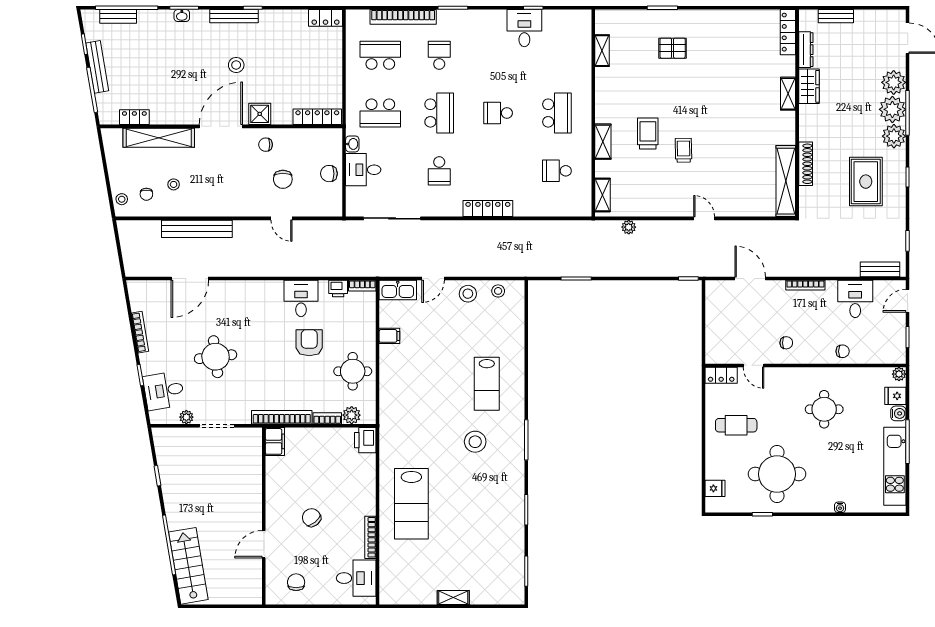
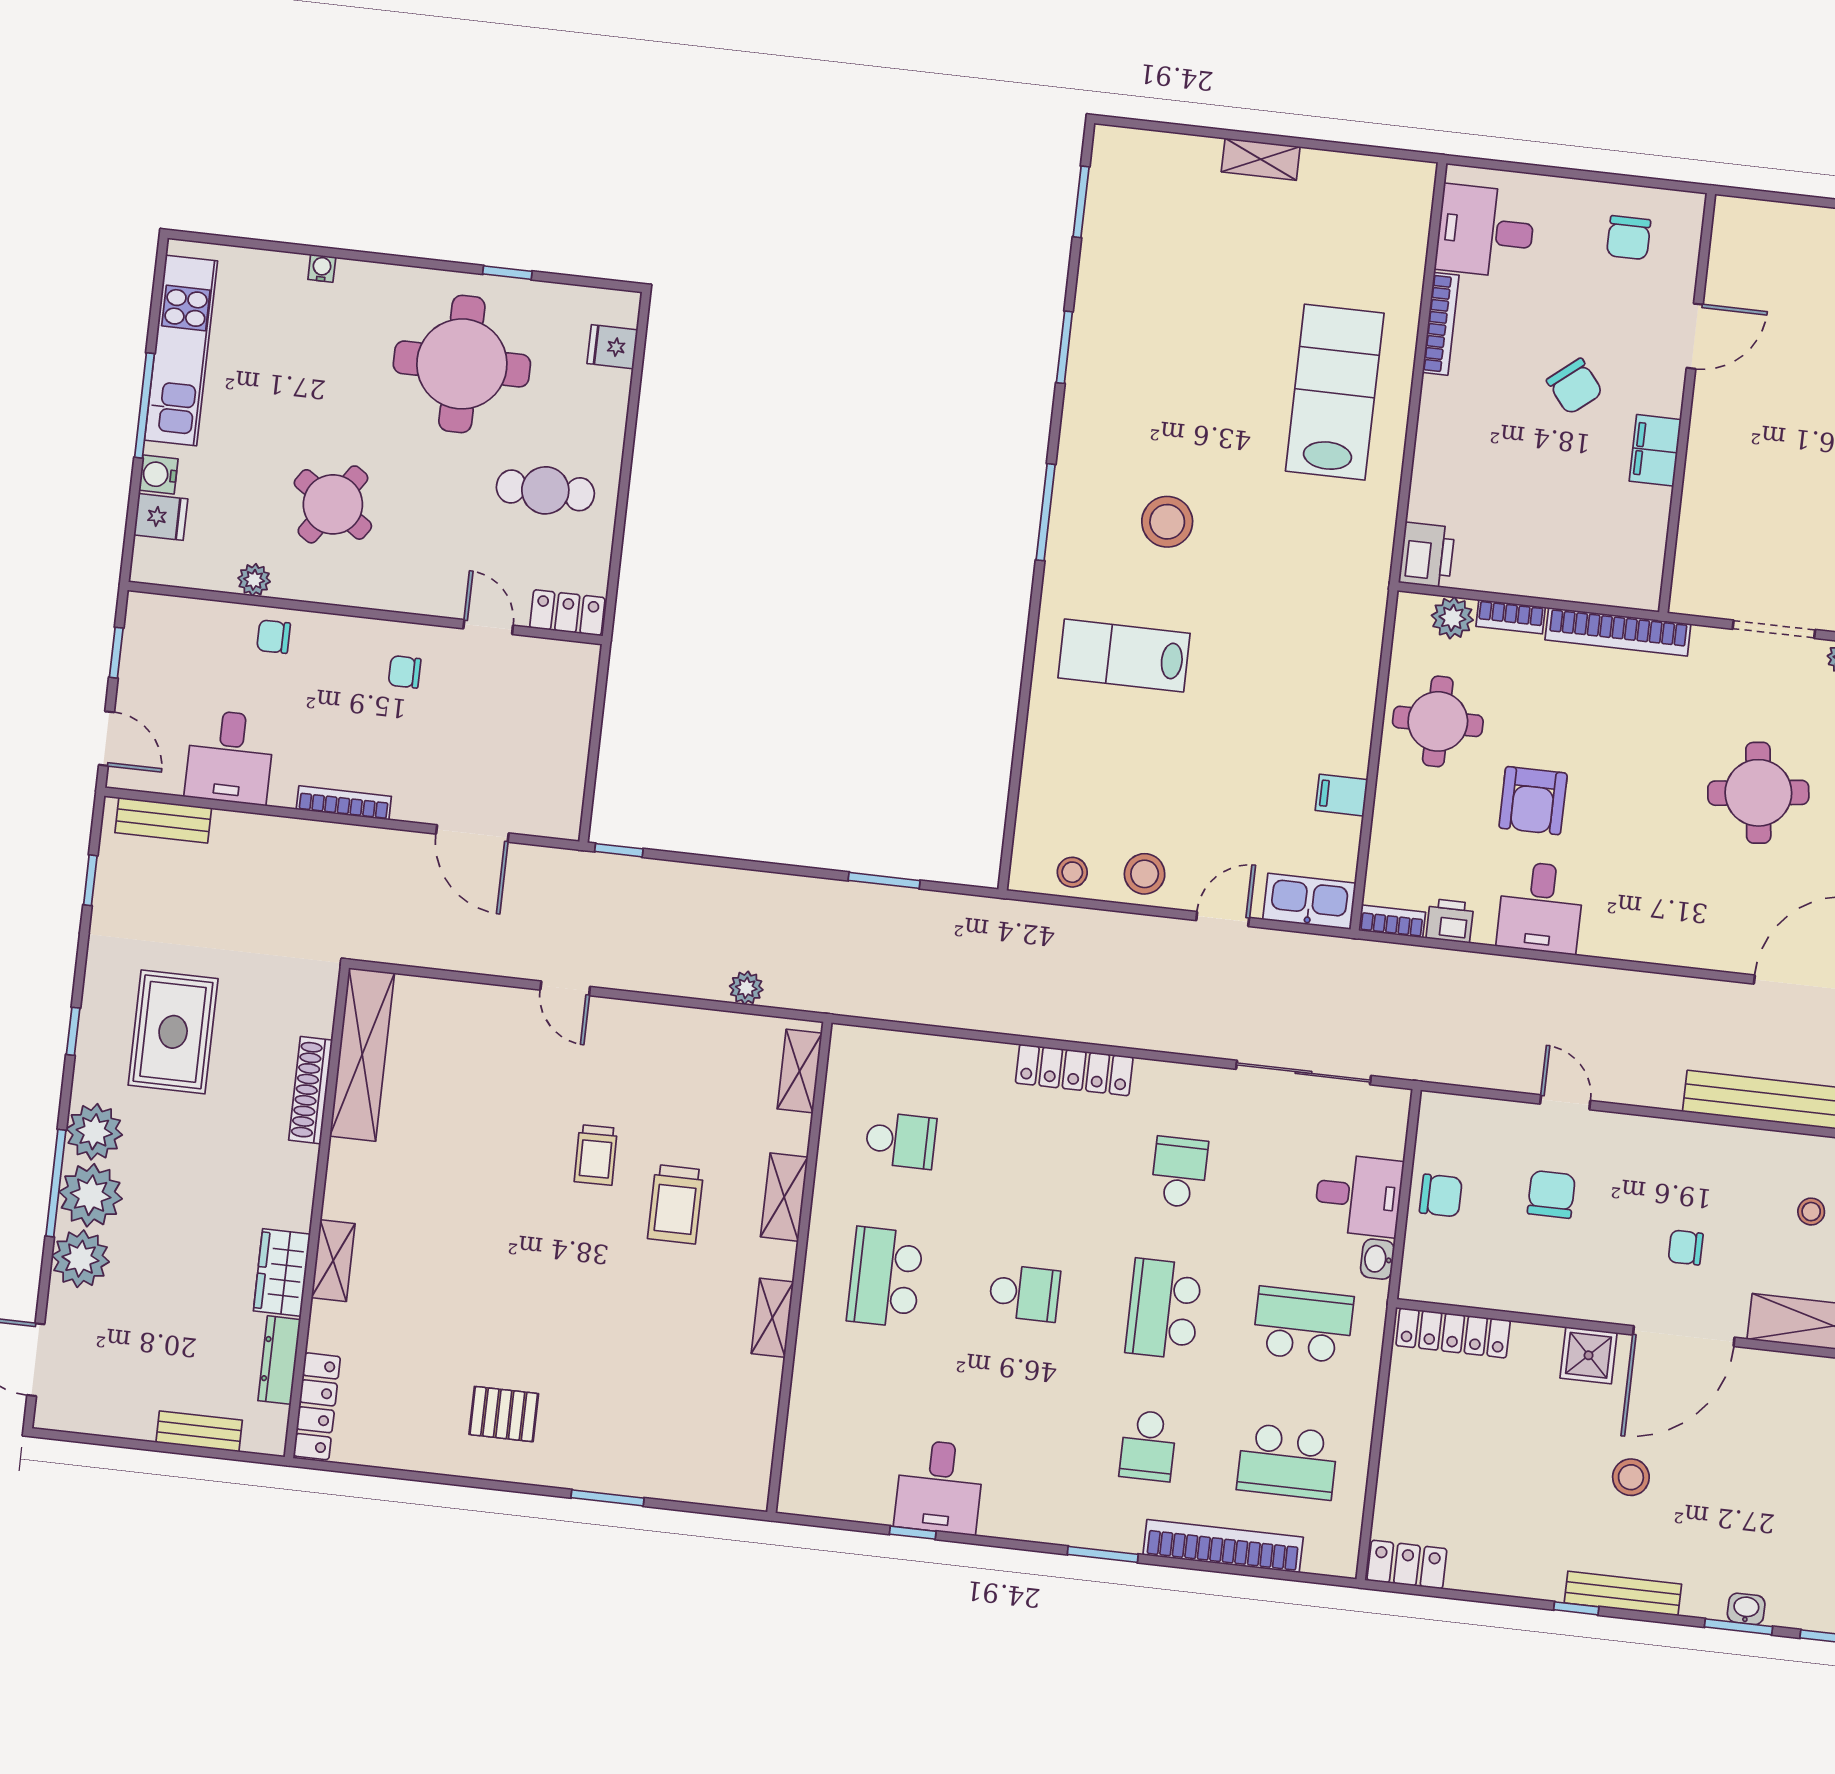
pallet: (673, 48) -> (504, 1414), moved
shelving: (602, 51) -> (772, 1318), moved
chair: (266, 145) -> (1686, 1248), moved, turned 180
door: (908, 301) -> (106, 739), hinge flipped
plant: (899, 374) -> (254, 580), moved
lab bench: (487, 384) -> (1124, 656), turned -90
round table: (824, 409) -> (333, 504), turned 34
filing cabinet: (275, 441) -> (1655, 450), moved

